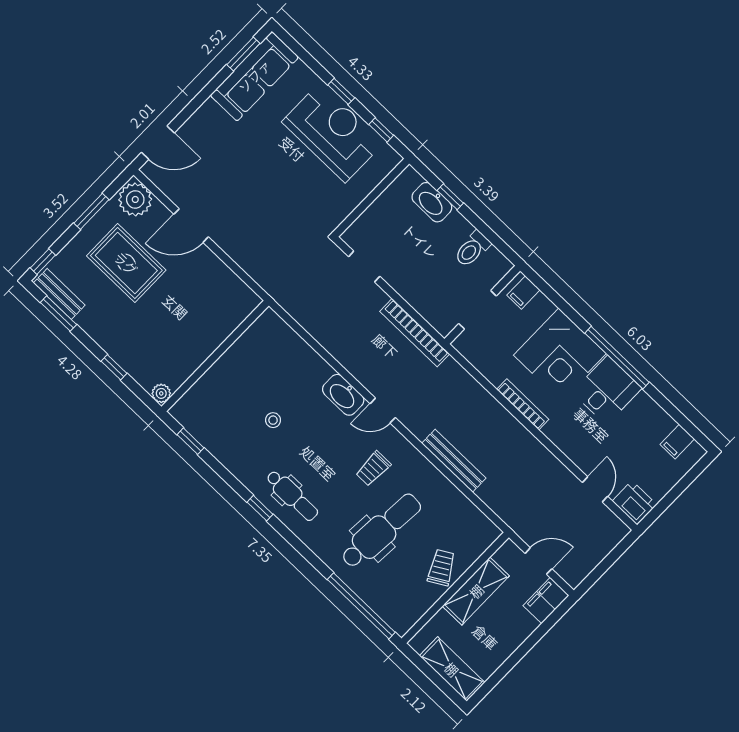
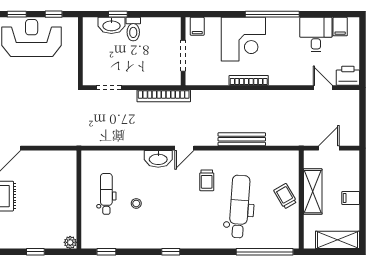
toilet: (472, 249) -> (133, 29), moved
desk: (607, 390) -> (316, 35), moved
dental chair: (292, 496) -> (106, 194), moved, turned -90
filing cabinet: (546, 600) -> (351, 198), moved, width x0.50

